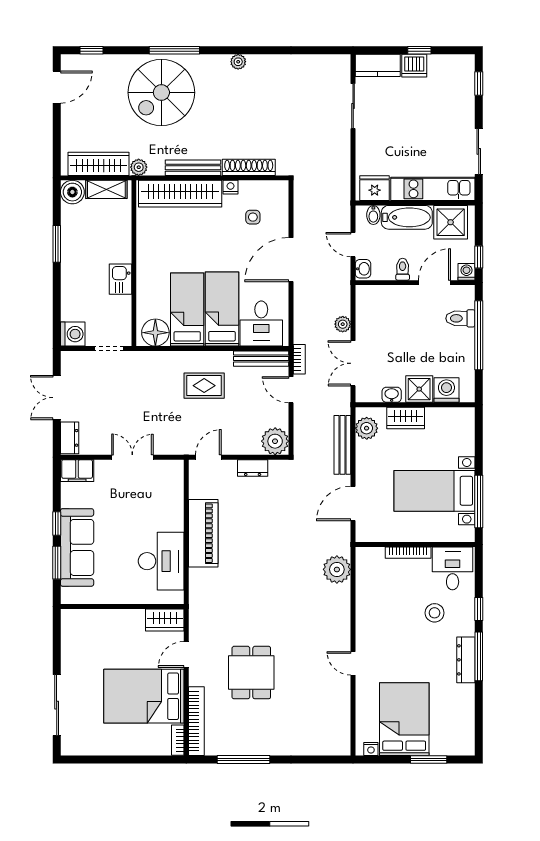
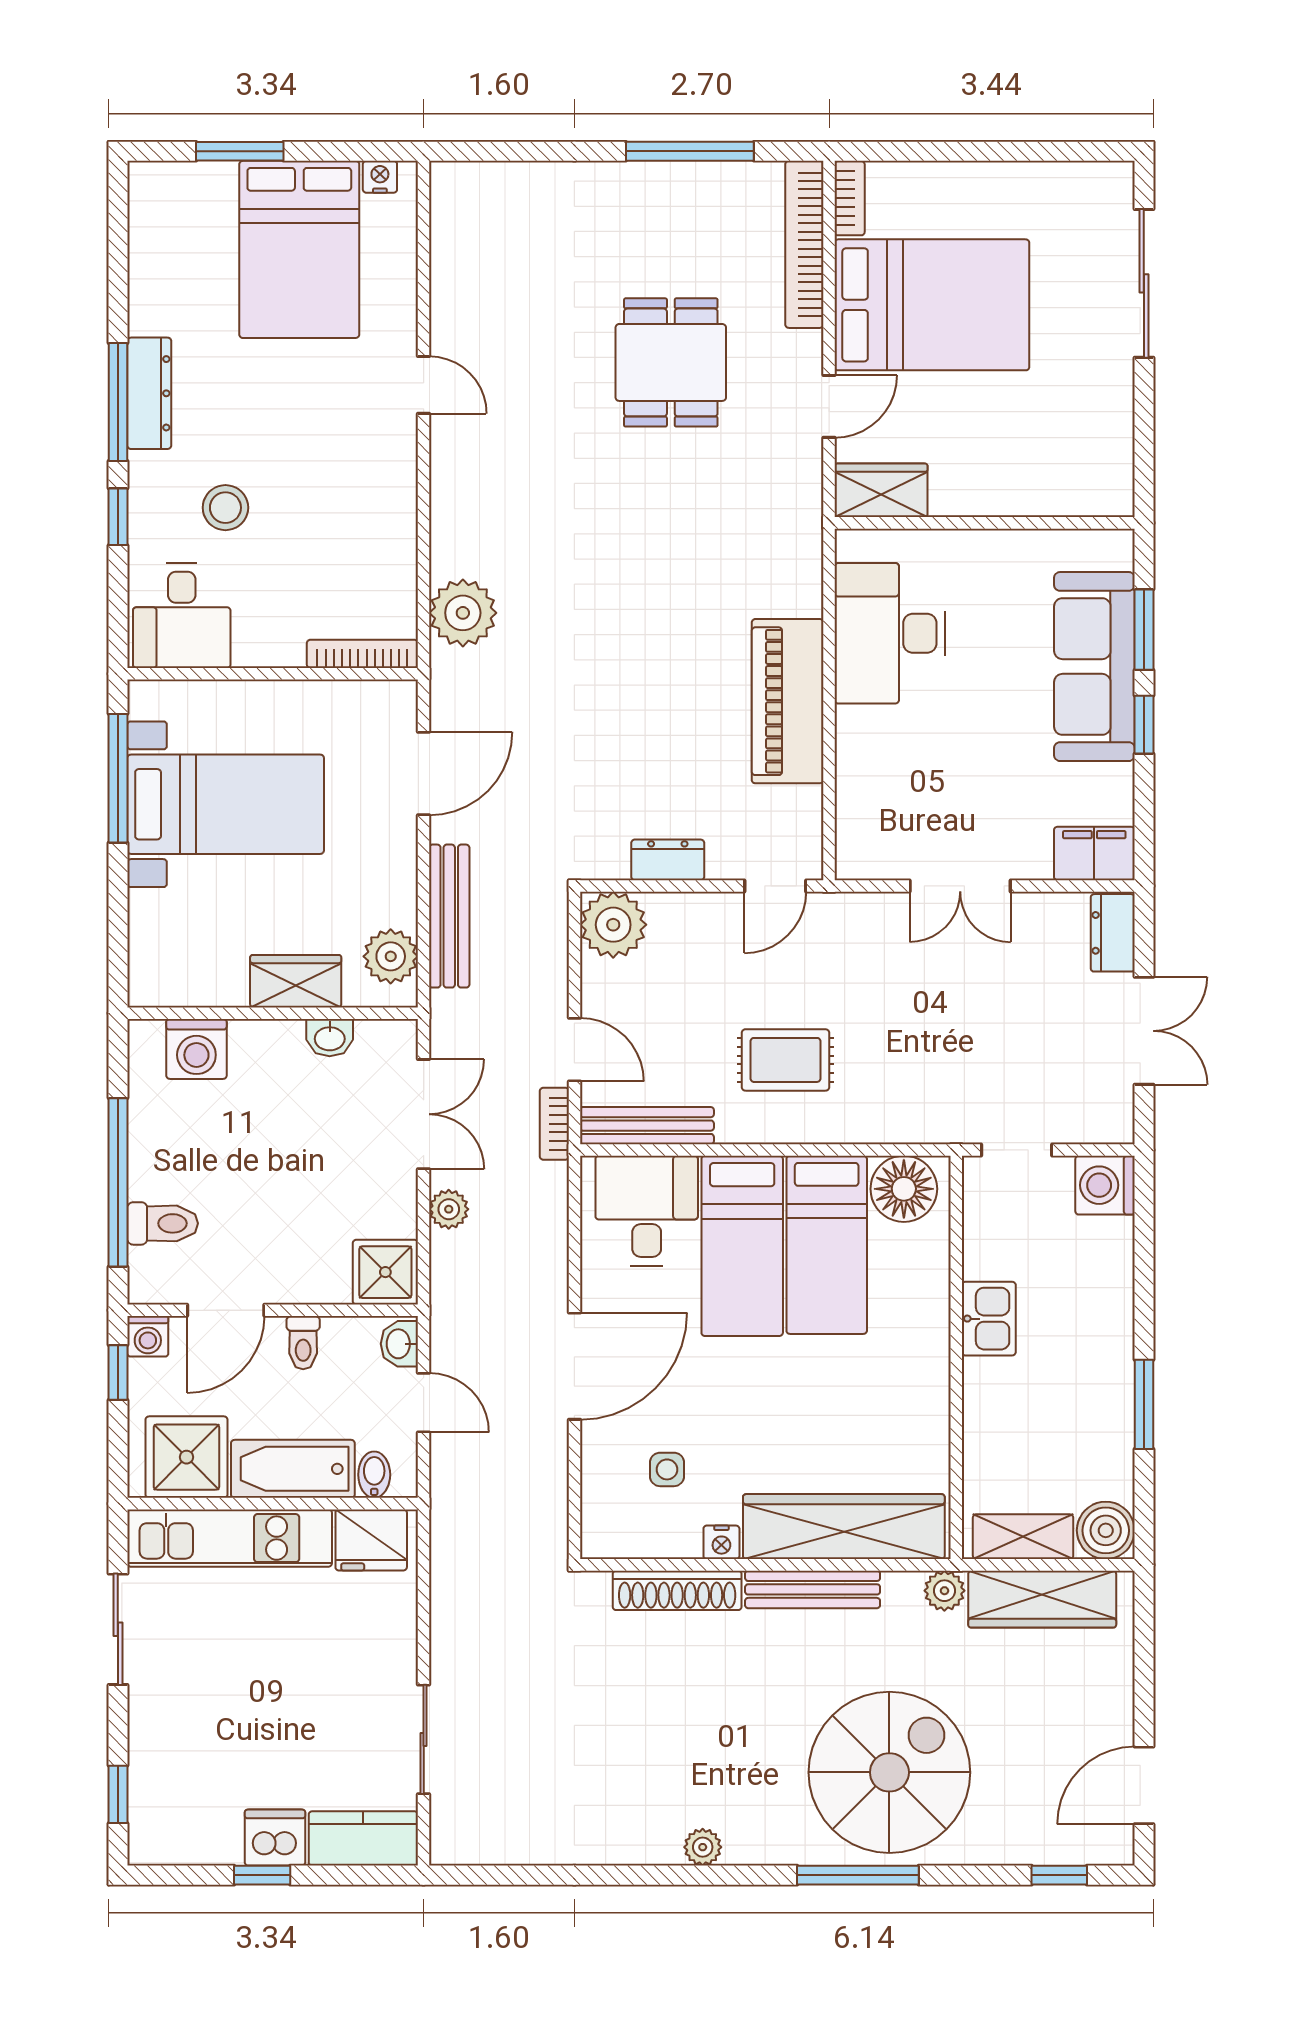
shower: (419, 389) -> (385, 1272), moved
bookcase: (408, 553) -> (362, 654), moved

